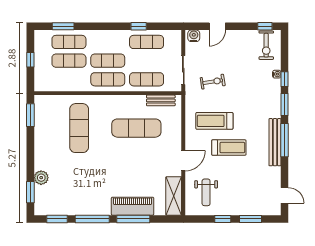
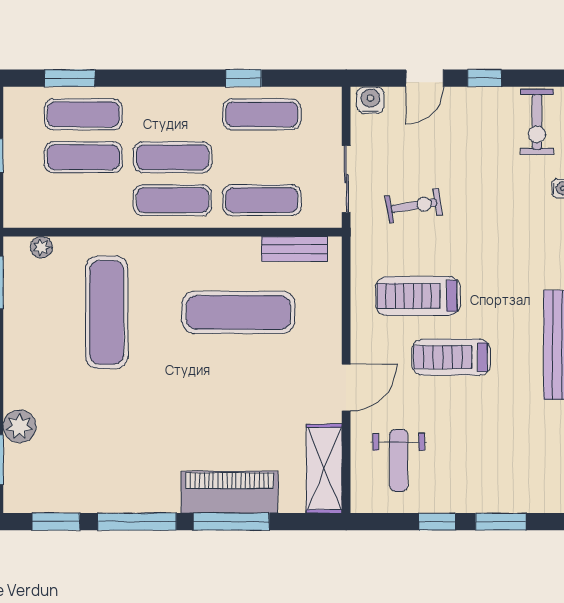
window: (265, 26) -> (484, 78), moved
plant: (51, 100) -> (41, 247), added
treadmill: (229, 148) -> (451, 357), turned 180

